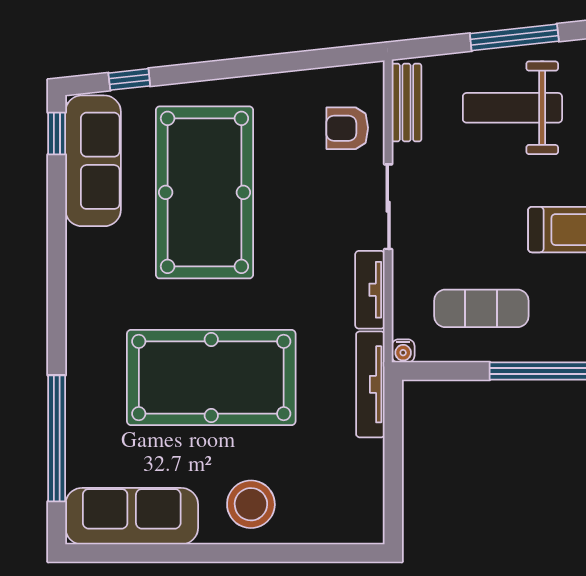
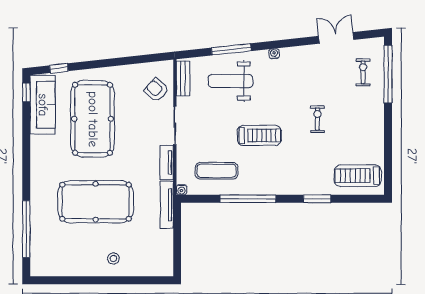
armchair: (347, 128) -> (156, 90), turned 42
stool: (251, 504) -> (113, 258), width x0.53, depth x0.53
sofa: (132, 516) -> (60, 264), removed

